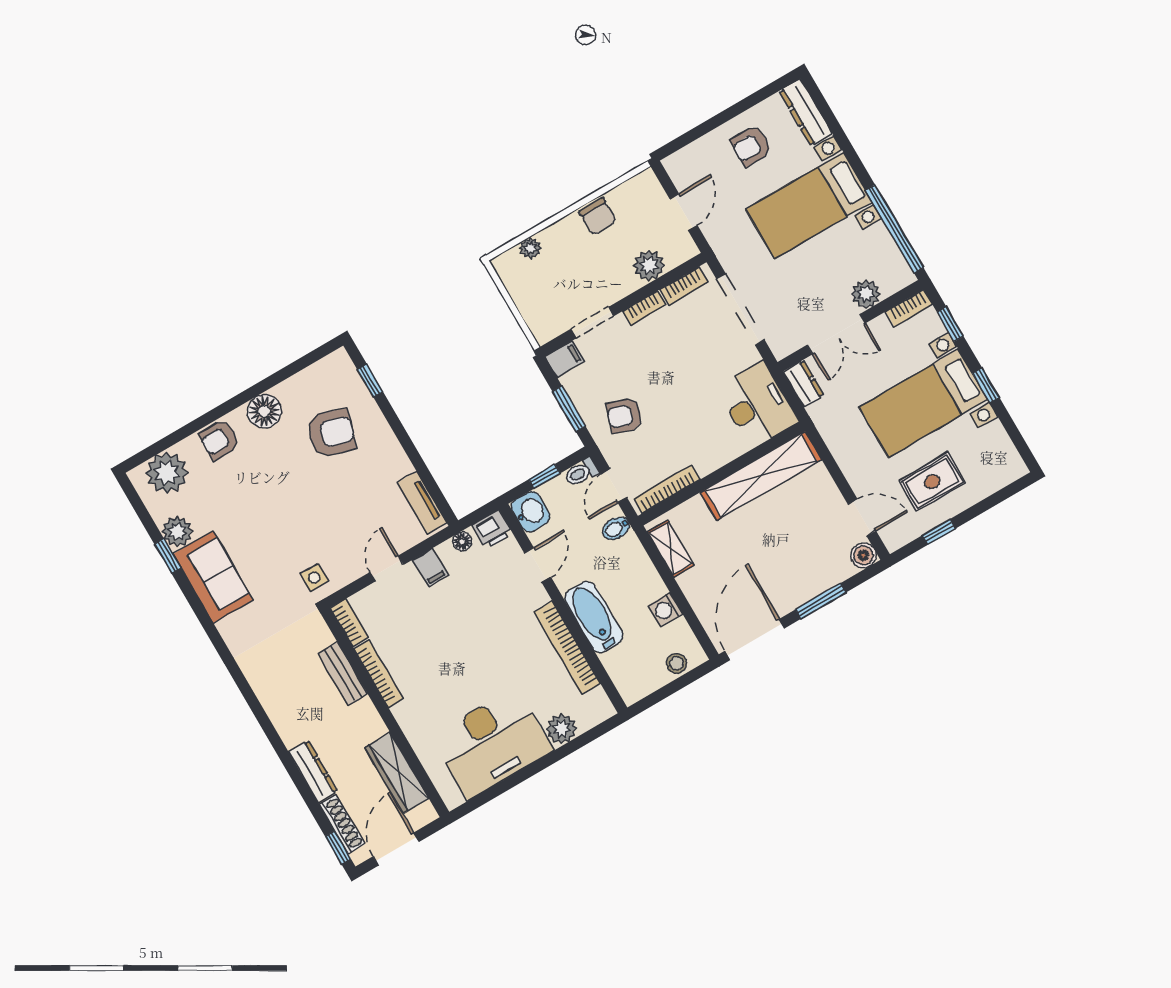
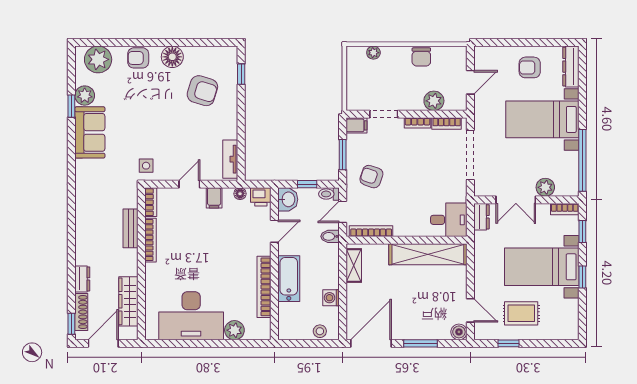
desk: (757, 405) -> (449, 220), width x0.73
dresser: (313, 771) -> (82, 279), width x0.70

